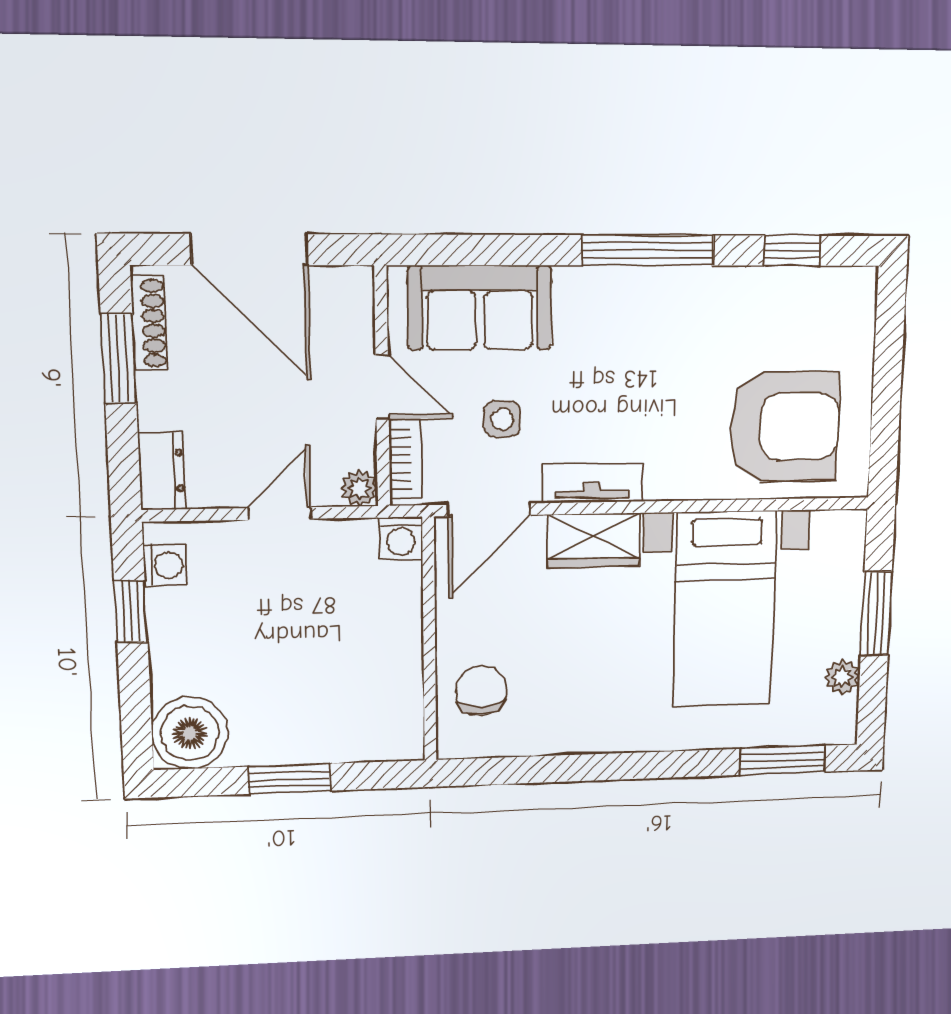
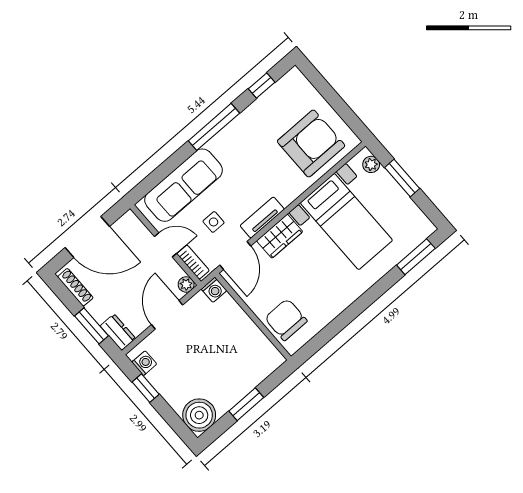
sofa: (480, 308) -> (183, 185), width x1.36
window: (119, 359) -> (91, 326), moved
door: (280, 513) -> (167, 315), width x1.38
plant: (842, 677) -> (371, 164), moved
chair: (481, 691) -> (286, 320), width x1.37, depth x1.37

